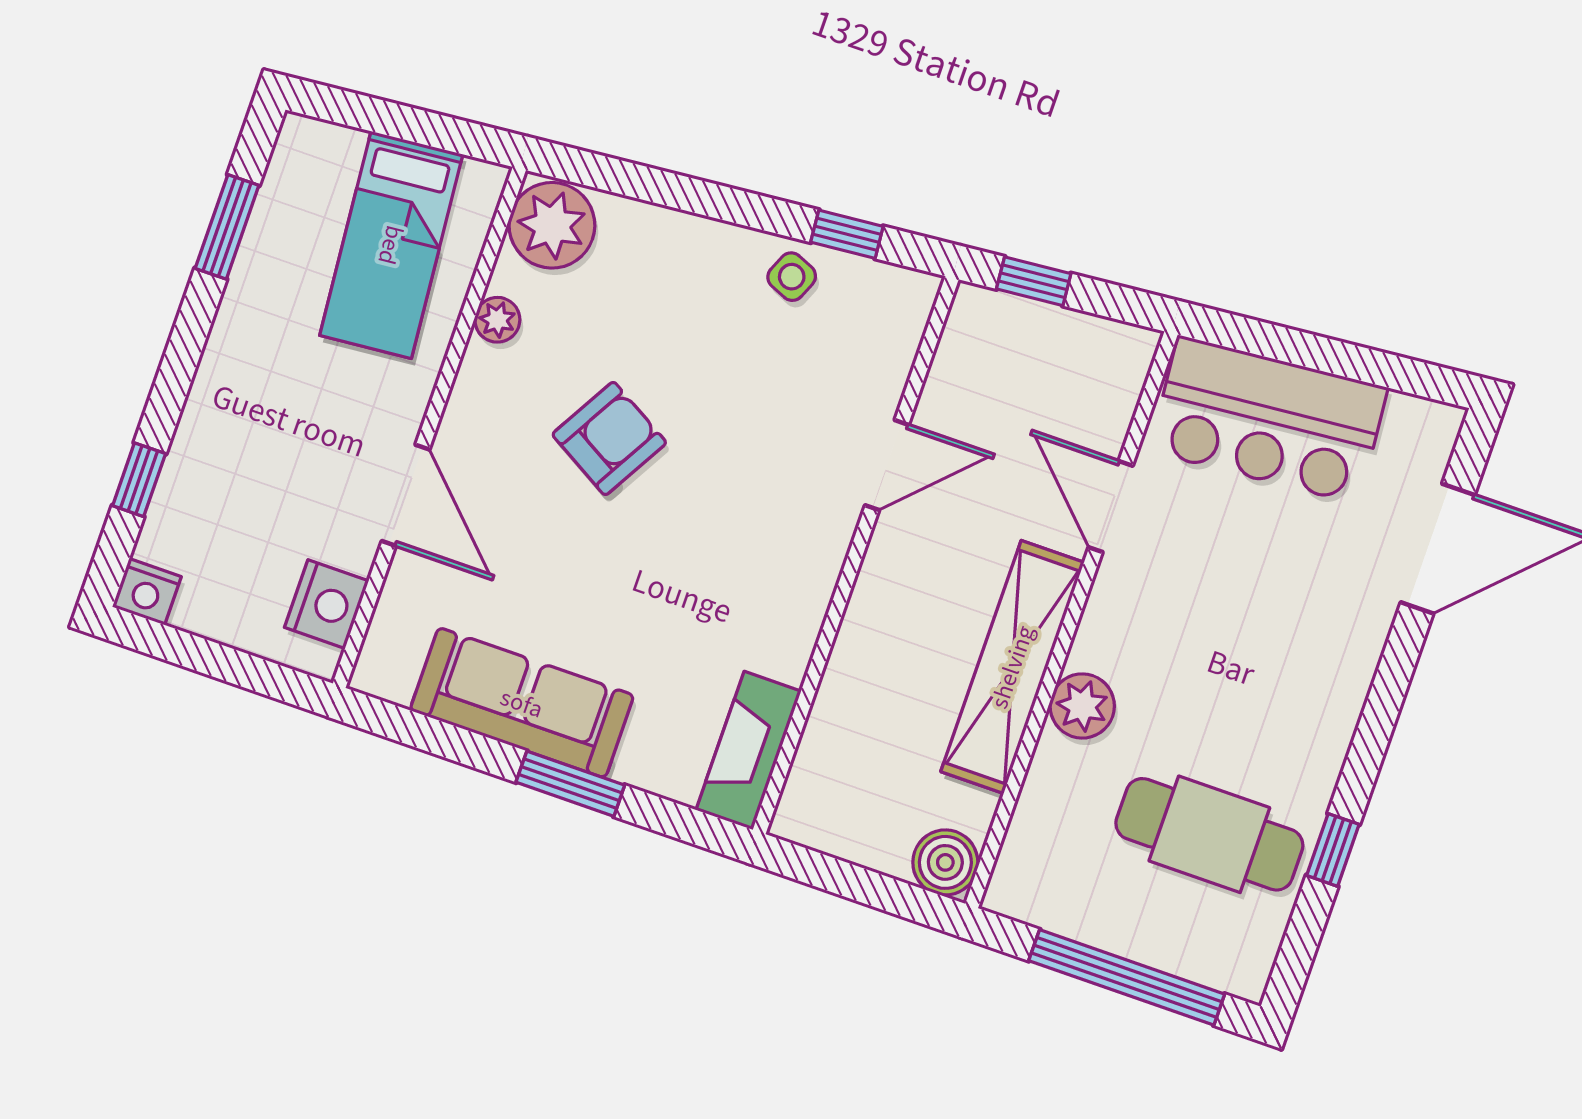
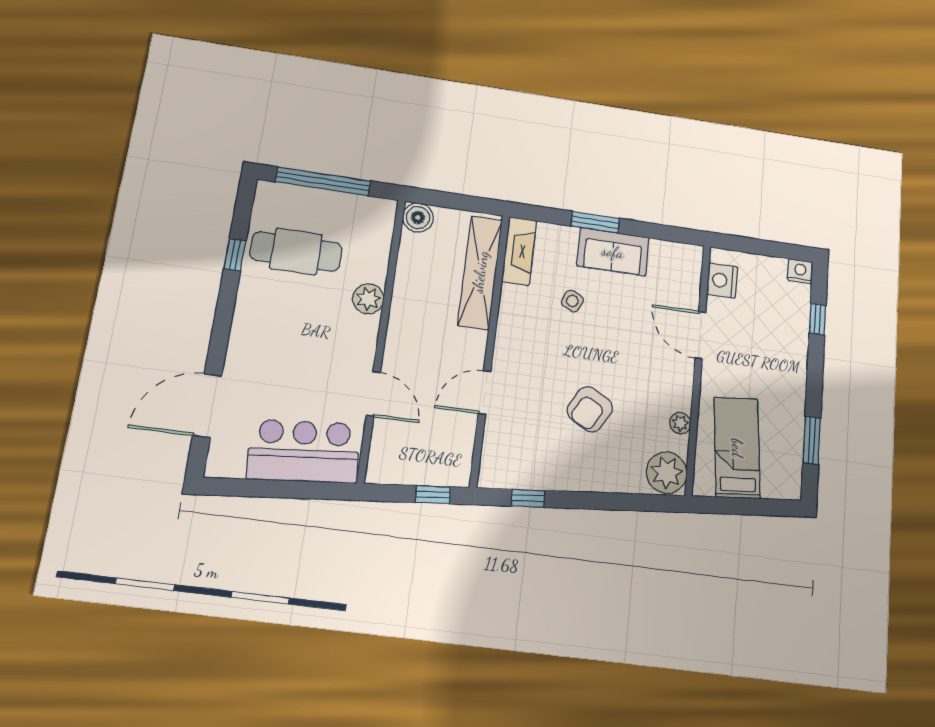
side table: (792, 277) -> (572, 301), moved
armchair: (609, 439) -> (590, 409), moved
shelving: (1012, 667) -> (480, 272), moved
sofa: (522, 703) -> (613, 252), width x0.73

